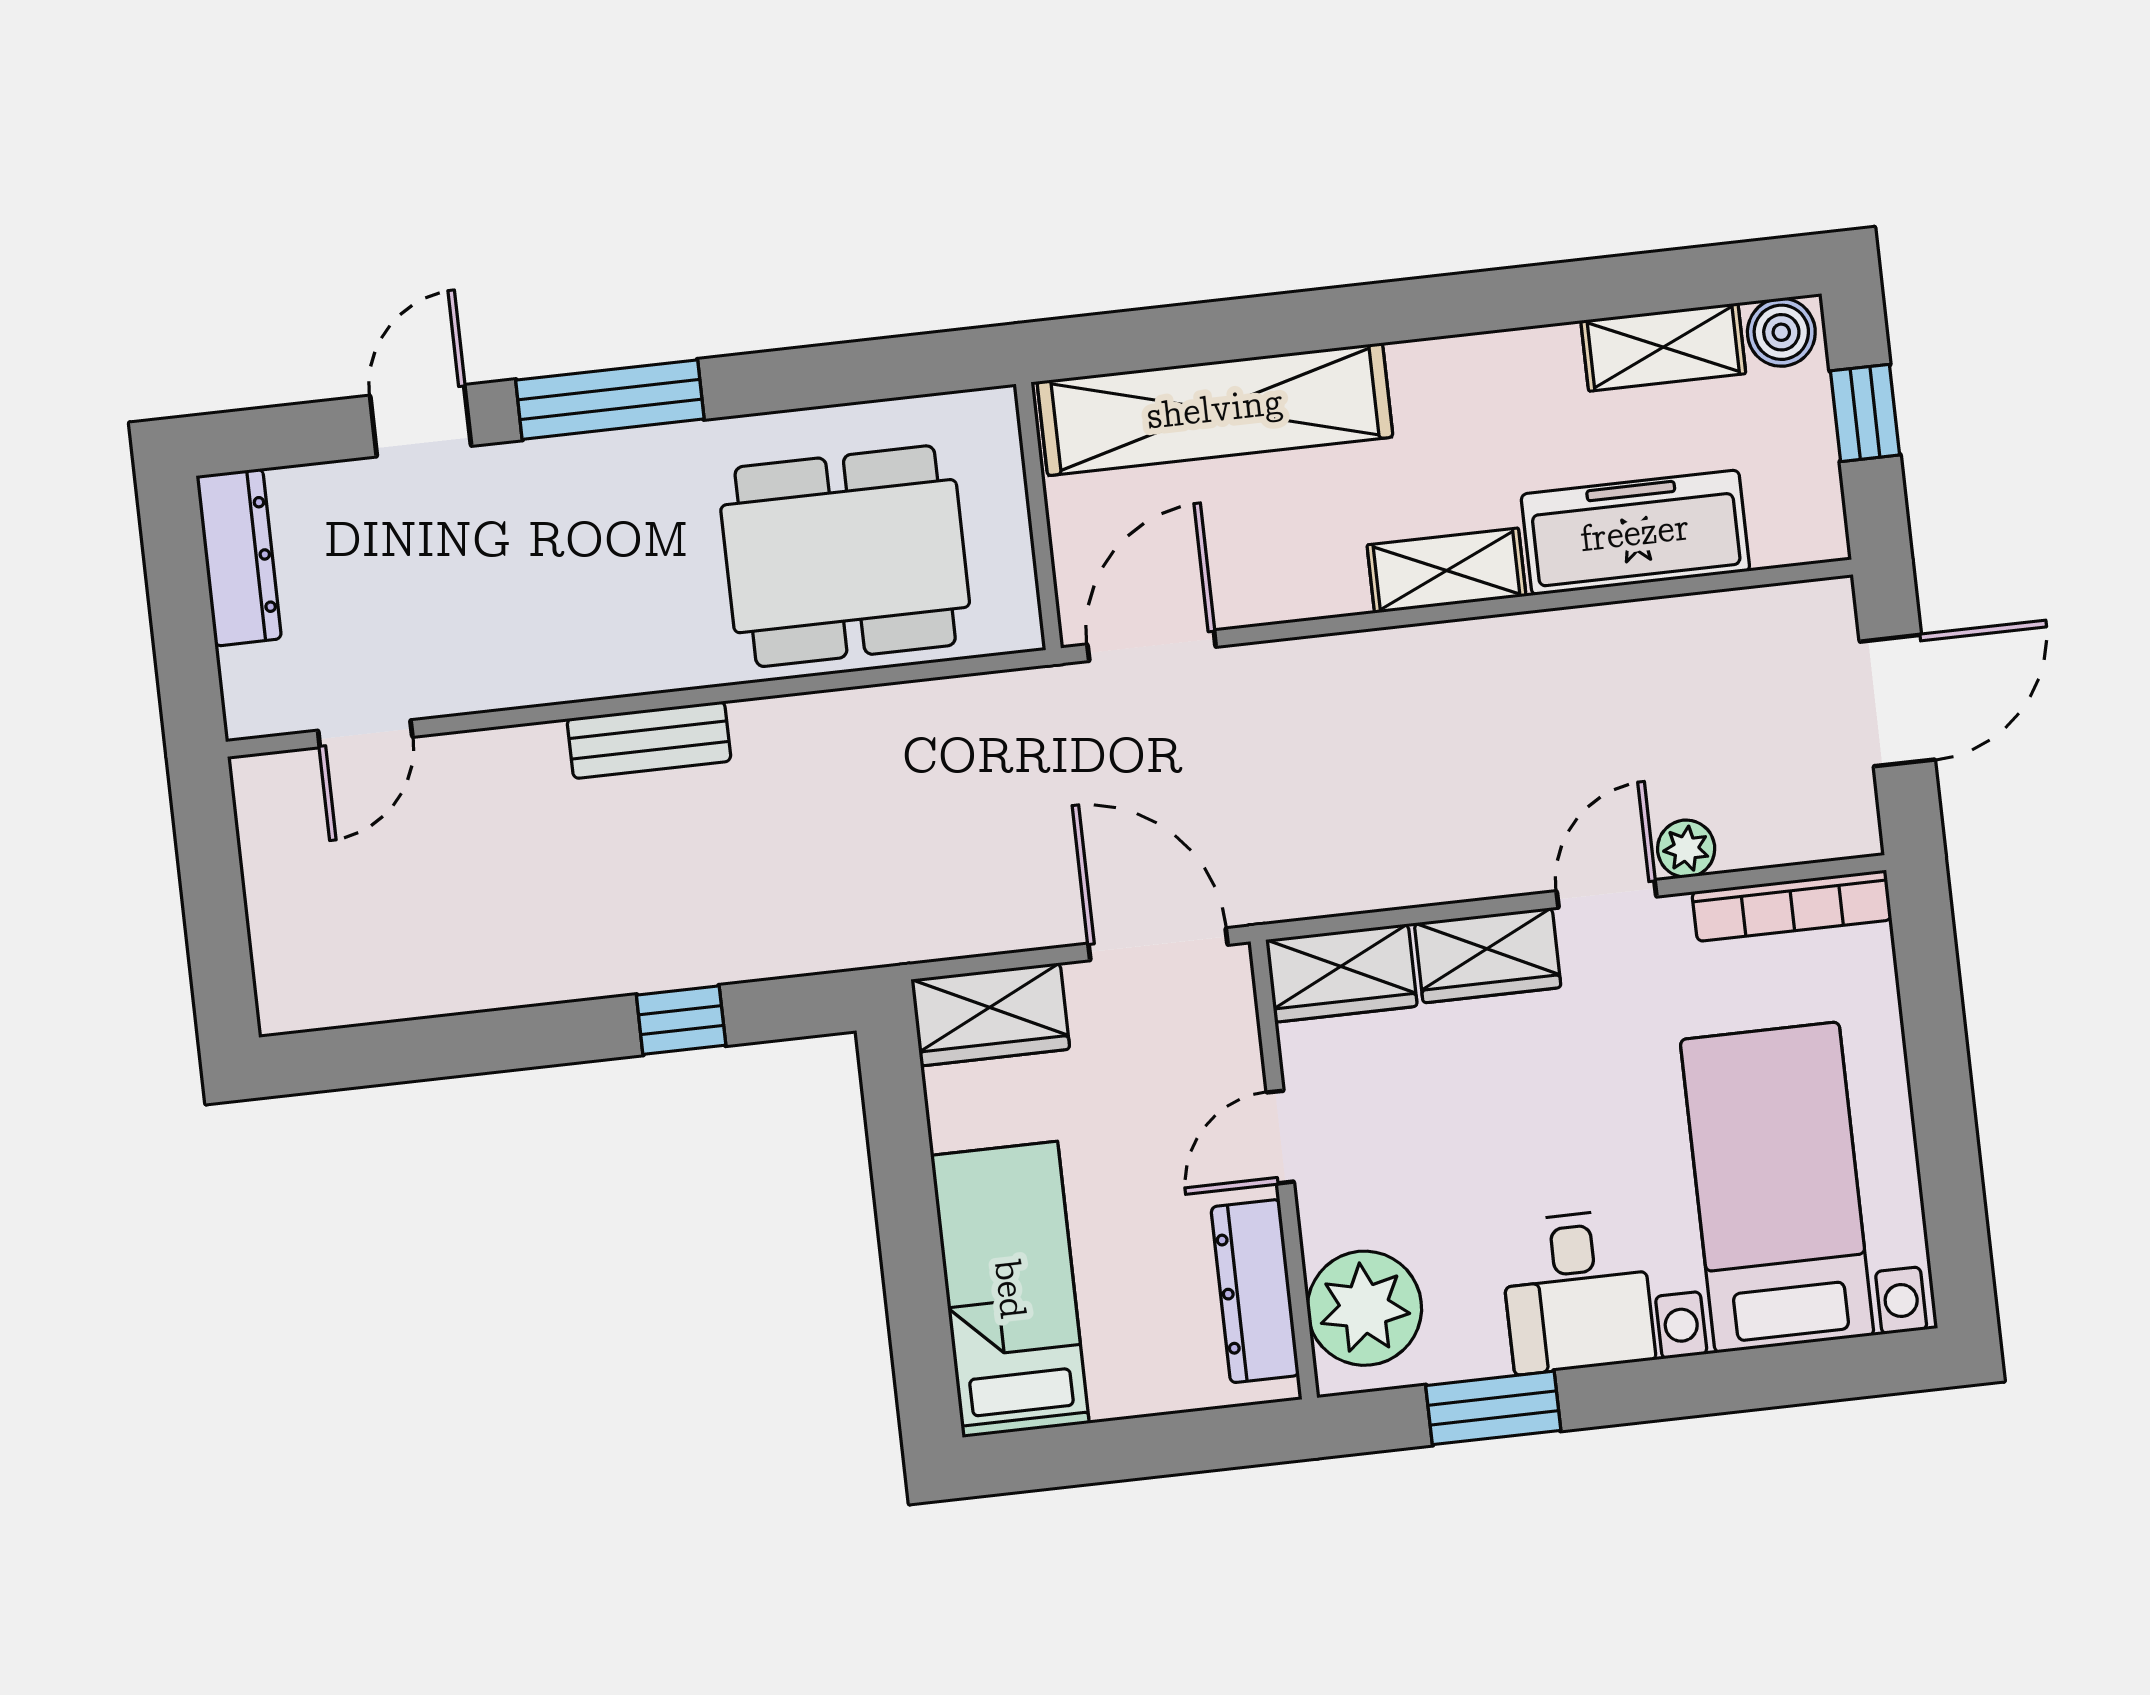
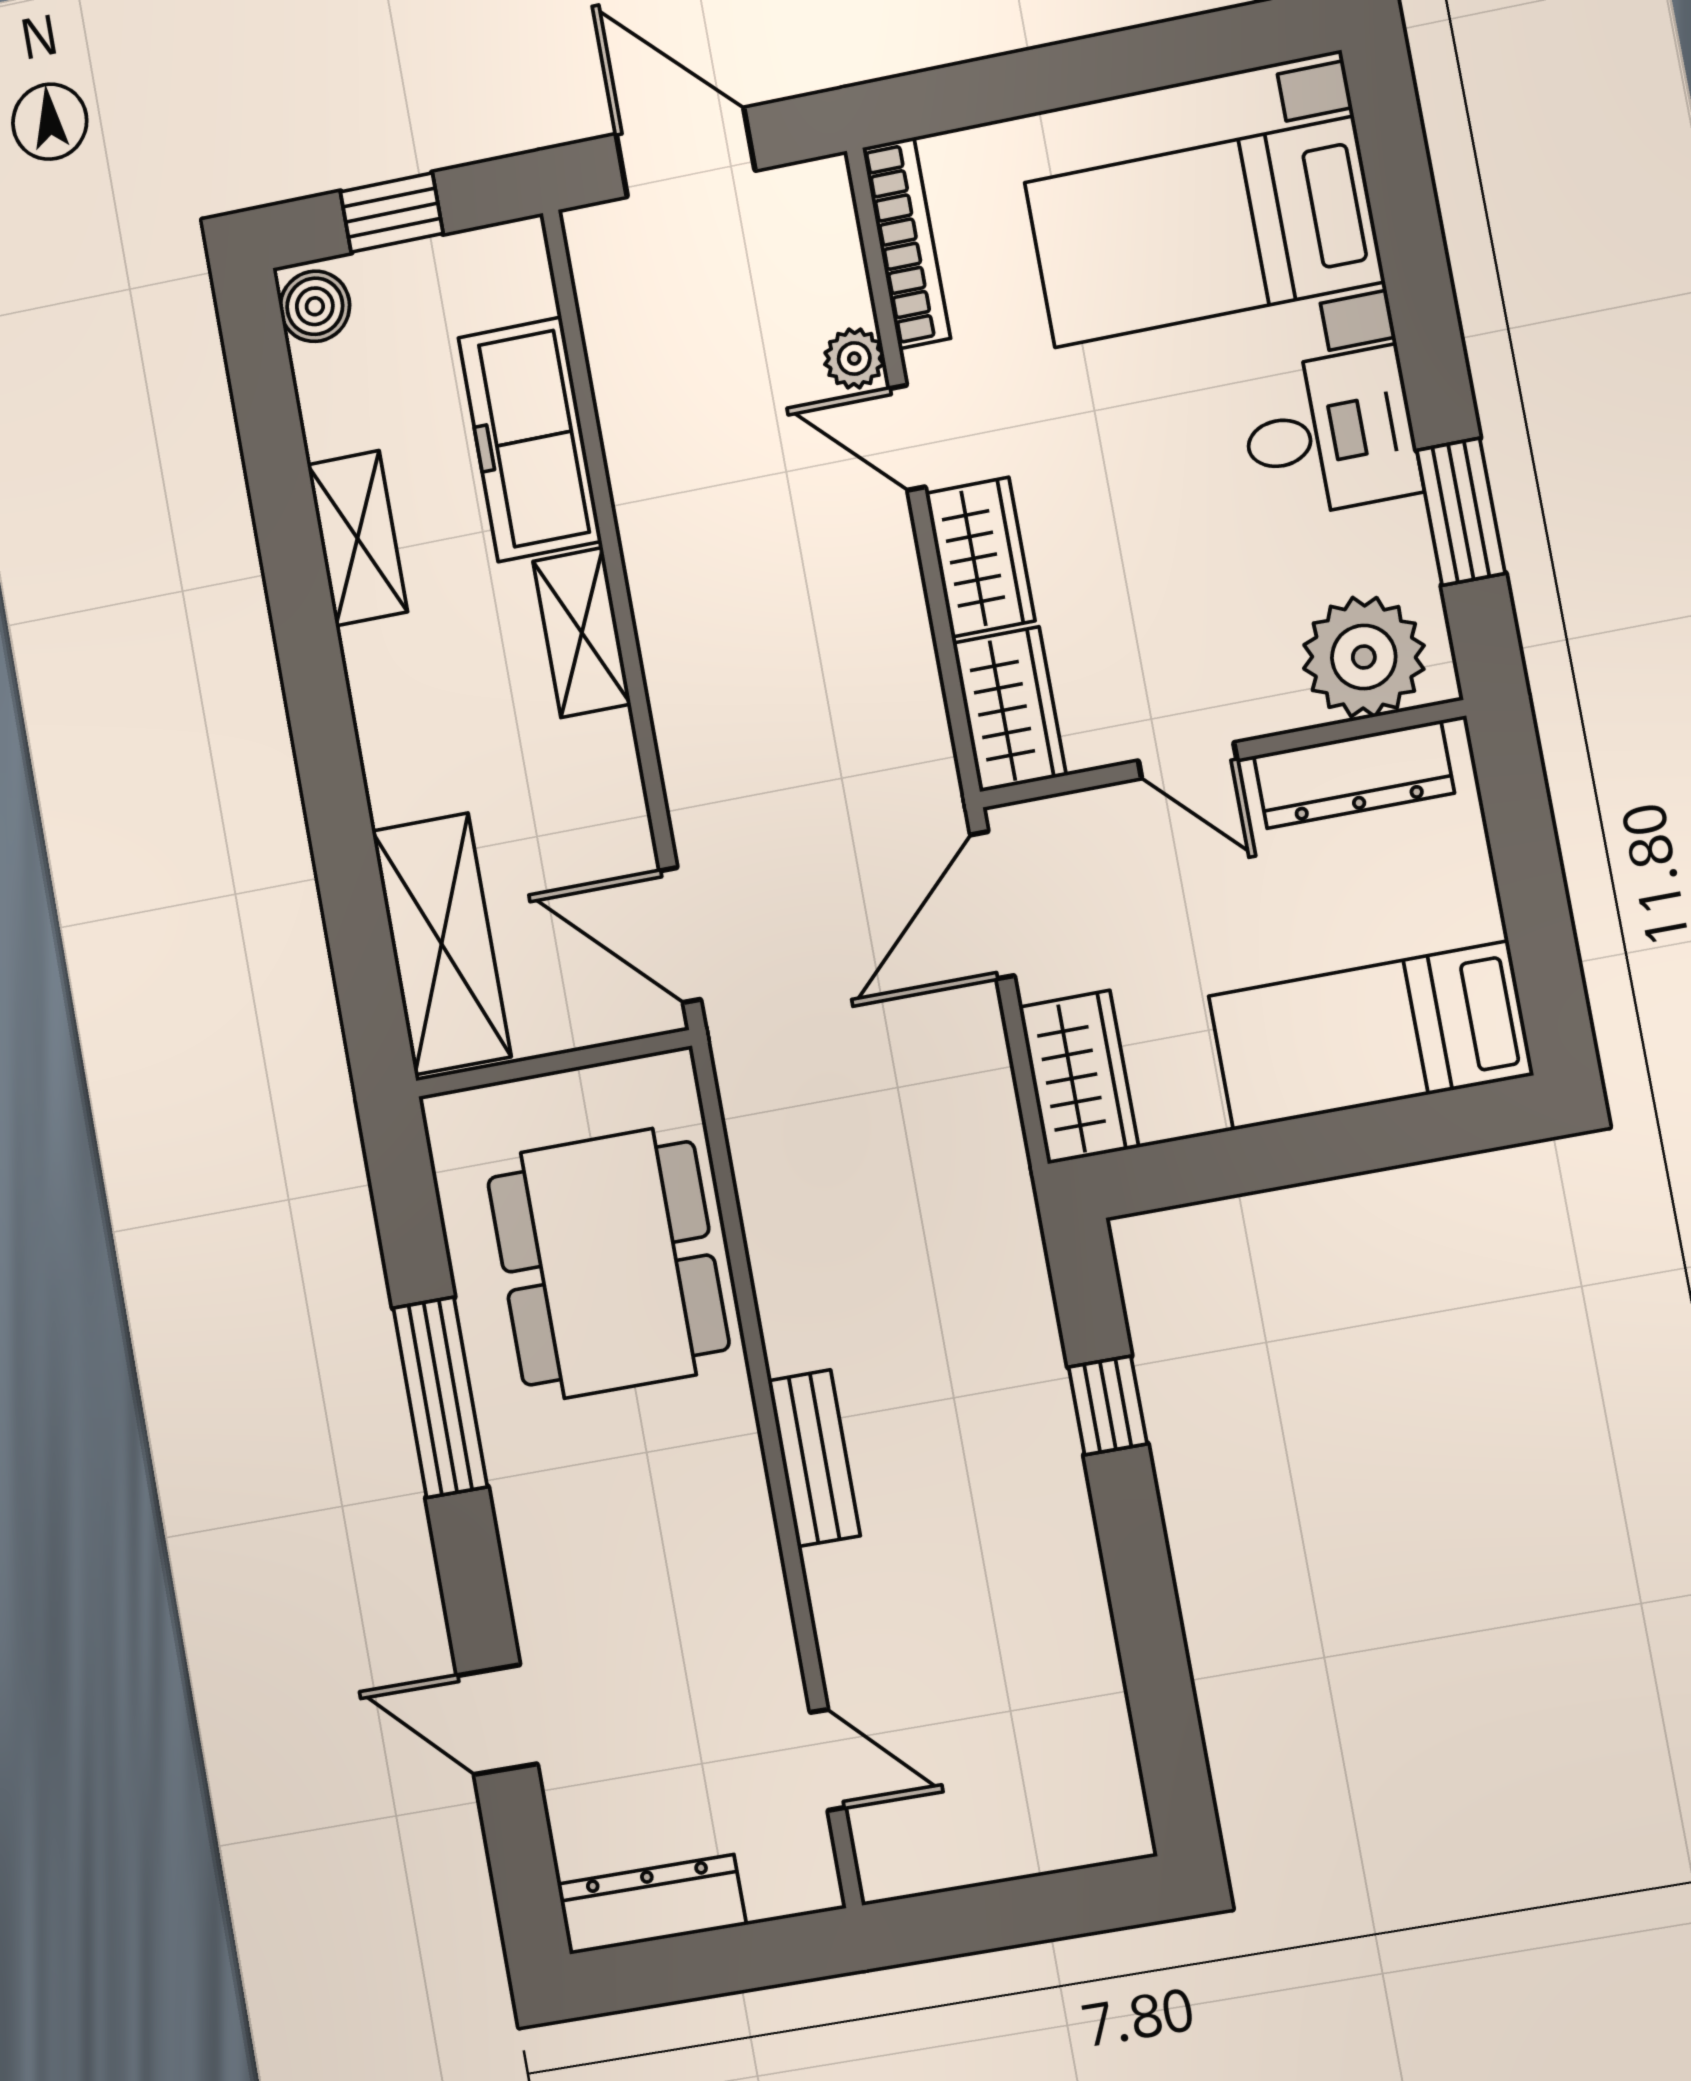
shelving: (1663, 347) -> (357, 538), moved
window: (610, 400) -> (440, 1397), moved
shelving: (1215, 409) -> (441, 944), width x0.68

